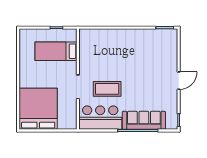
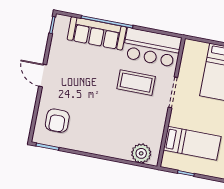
plant: (93, 36) -> (141, 153), added
armchair: (161, 49) -> (57, 121), added
door: (179, 81) -> (43, 75), hinge flipped

